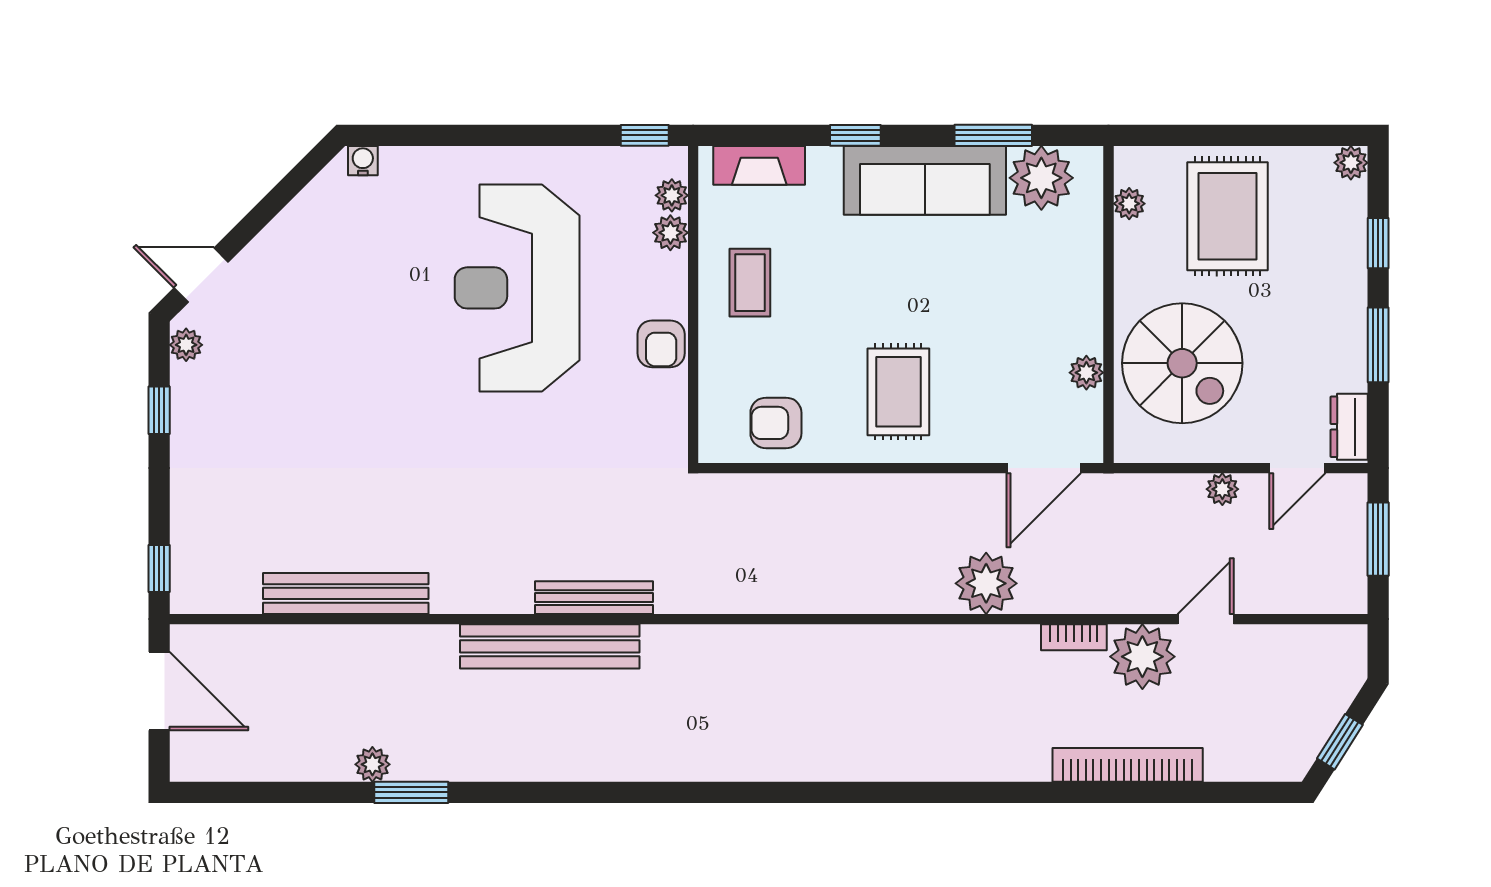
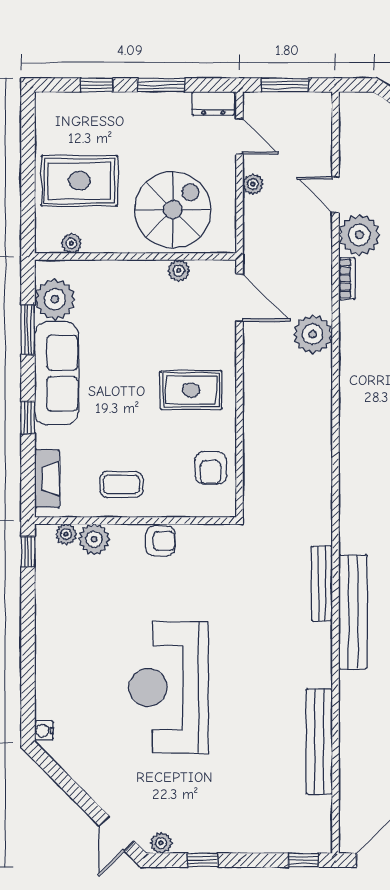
plant: (1351, 163) -> (45, 102), removed
plant: (670, 233) -> (94, 539), width x1.38, depth x1.38
reception desk: (517, 288) -> (169, 687), moved, turned 90

